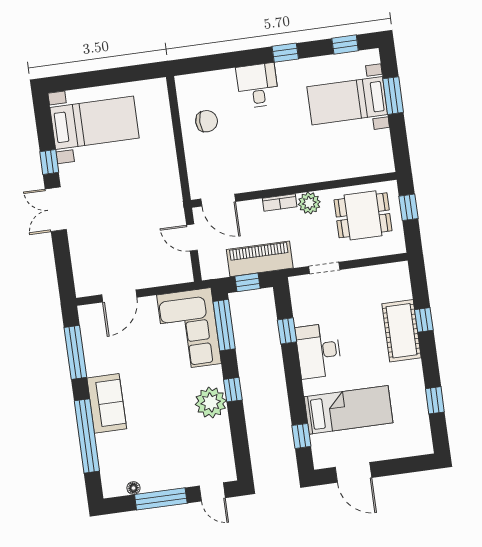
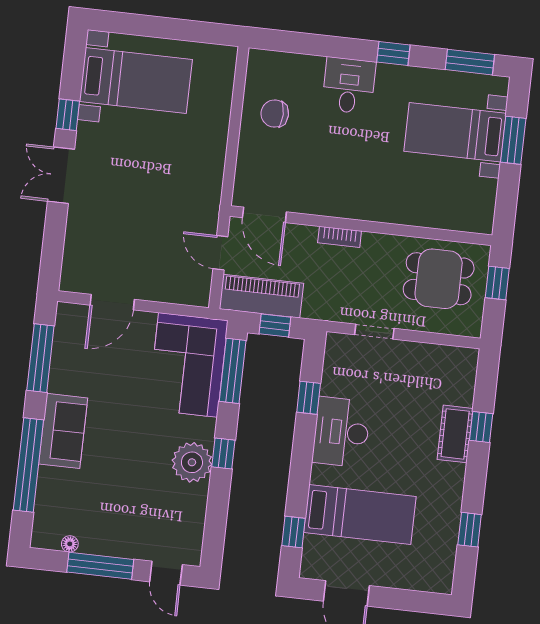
window: (345, 44) -> (470, 62), width x1.50
chair: (207, 121) -> (275, 114), turned 180
plant: (309, 203) -> (376, 247), removed
piano: (260, 259) -> (261, 296), moved
cot: (401, 331) -> (455, 434), width x0.73, depth x0.75

